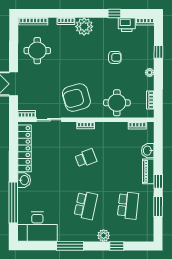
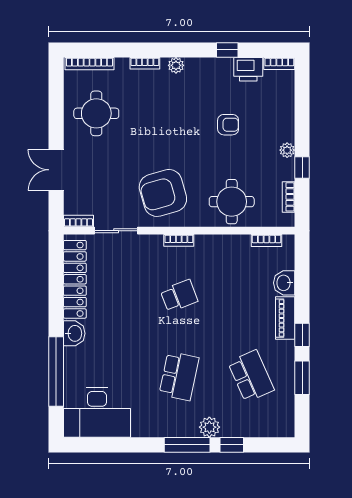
plant: (84, 27) -> (176, 65), width x0.53, depth x0.53
window: (158, 52) -> (302, 167), moved
school desk: (128, 205) -> (251, 376), turned -30
window: (70, 246) -> (187, 445), moved

